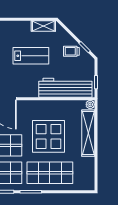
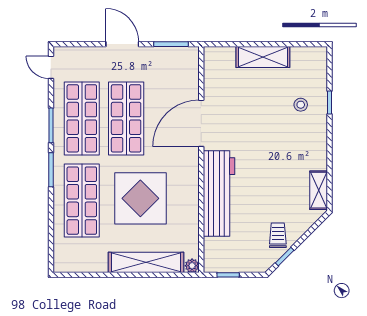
lab bench: (31, 56) -> (271, 170), removed
workbench: (65, 88) -> (219, 194), moved

